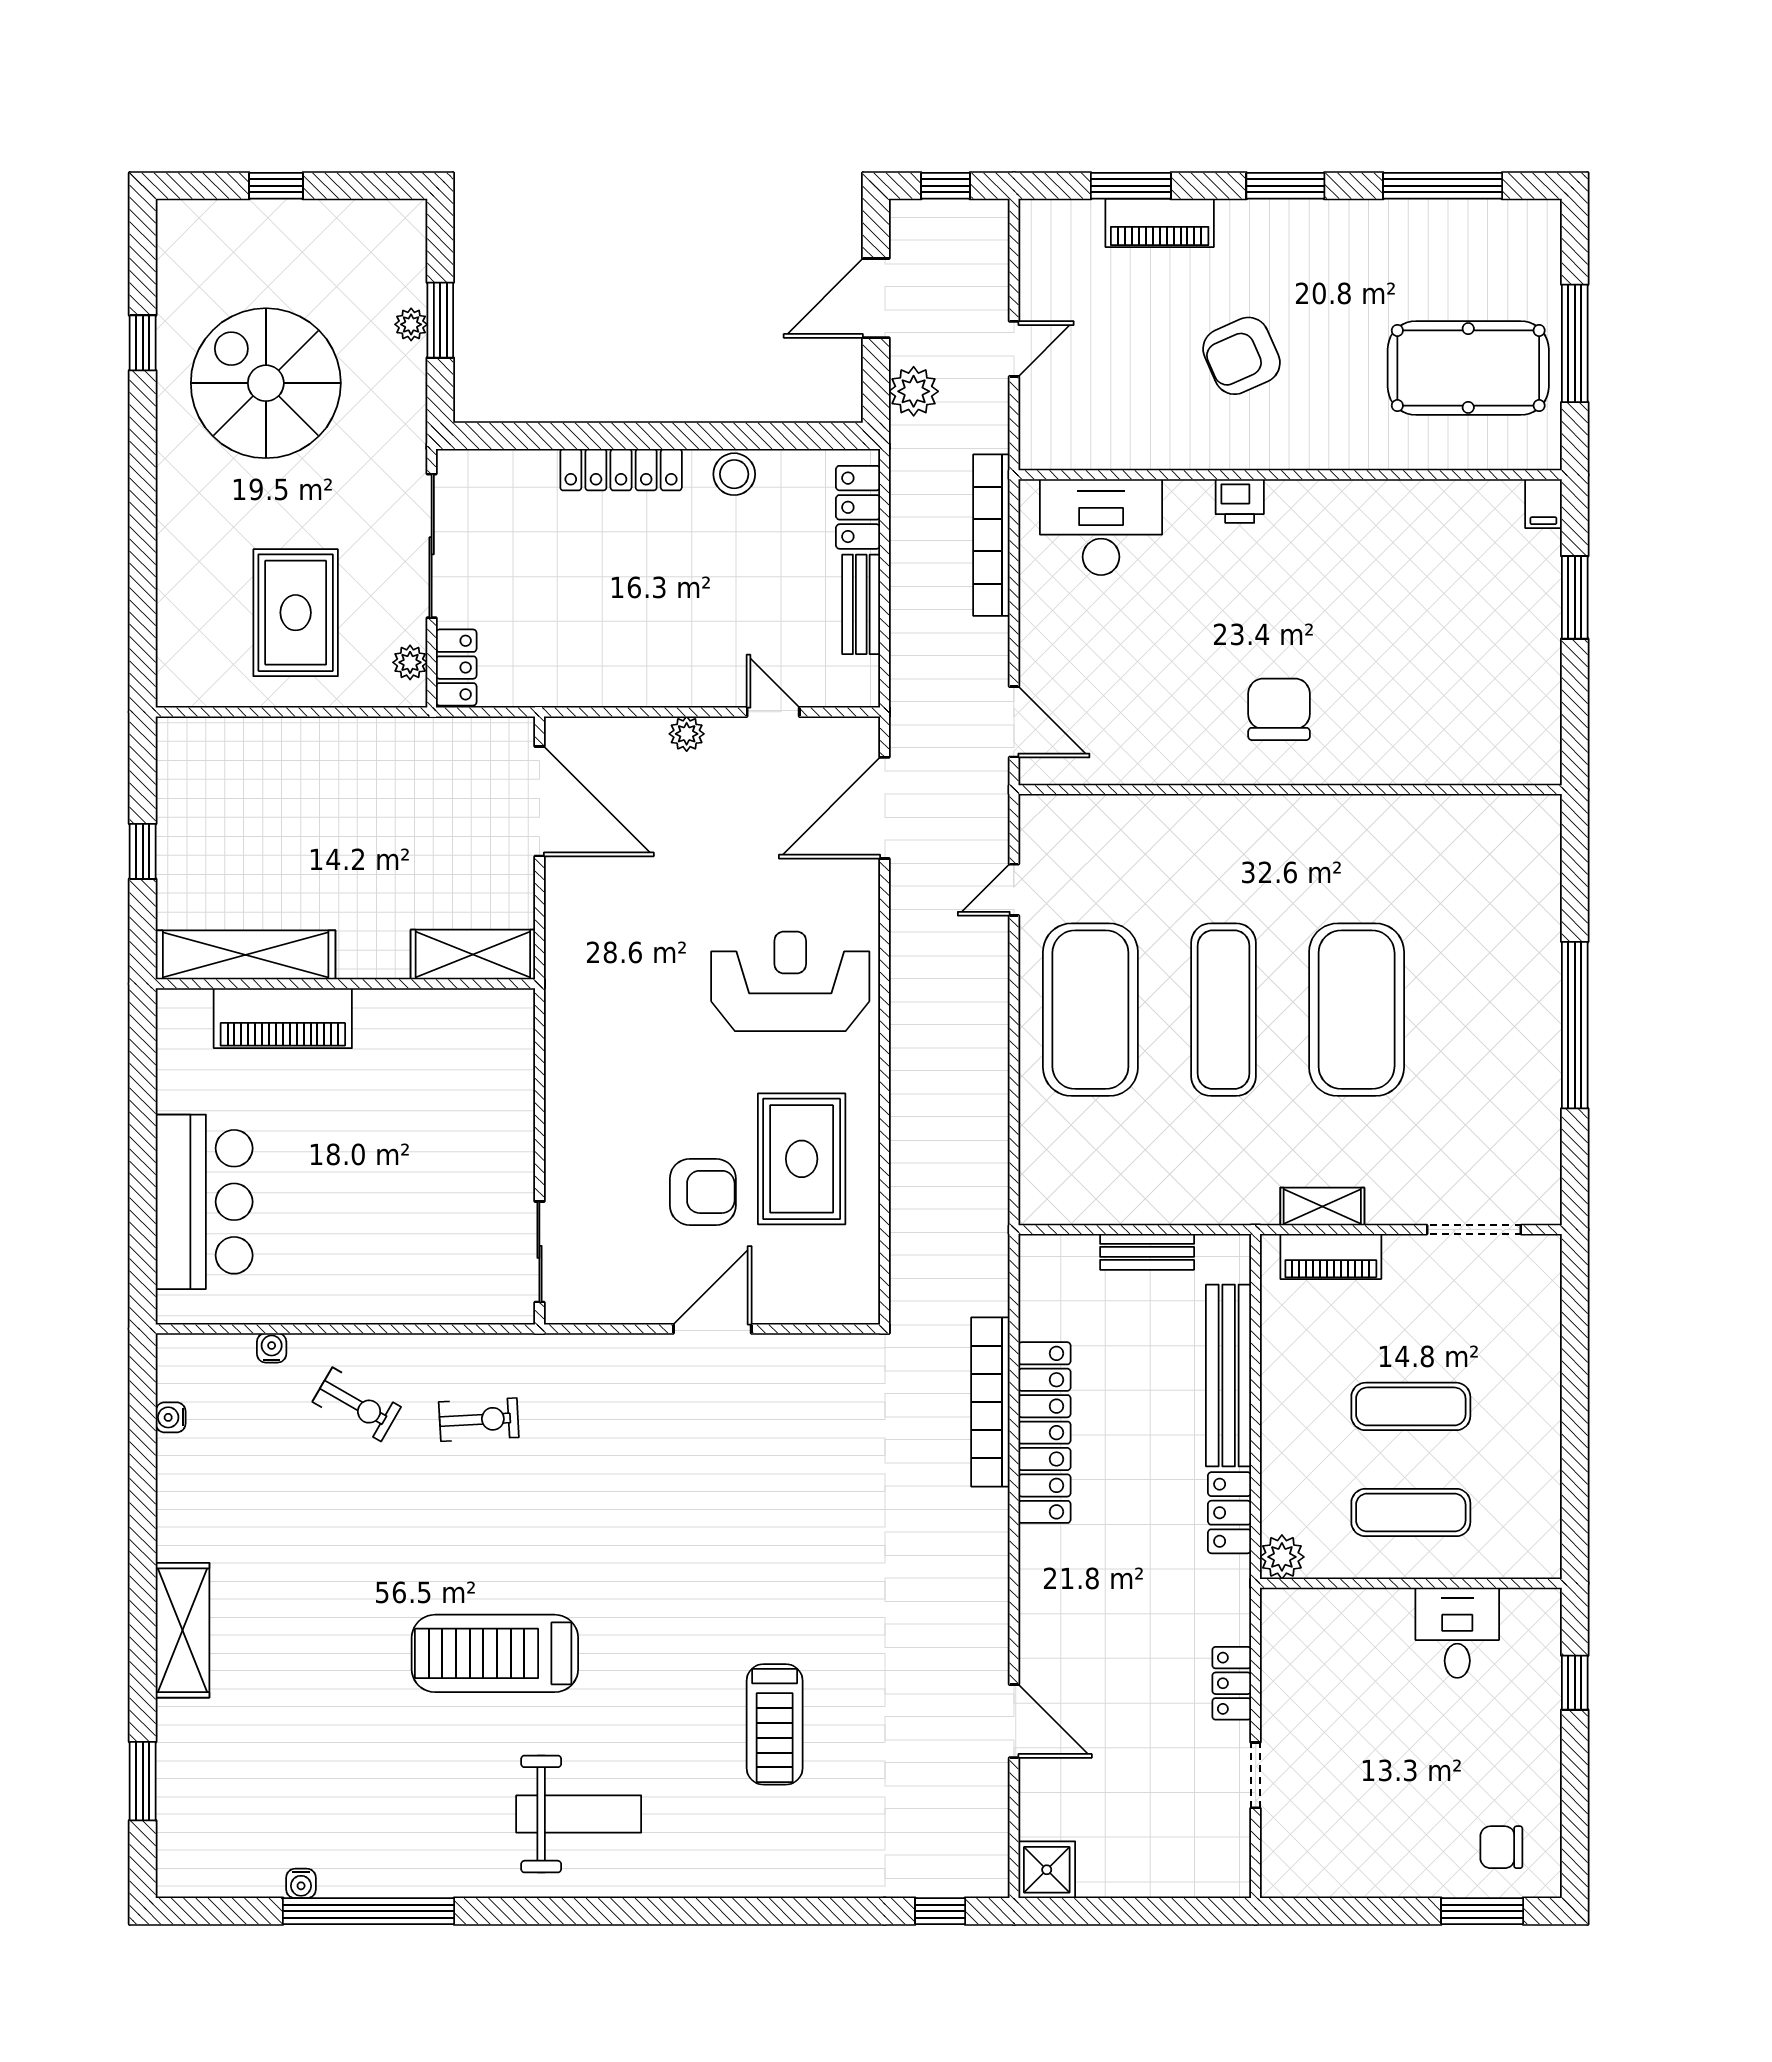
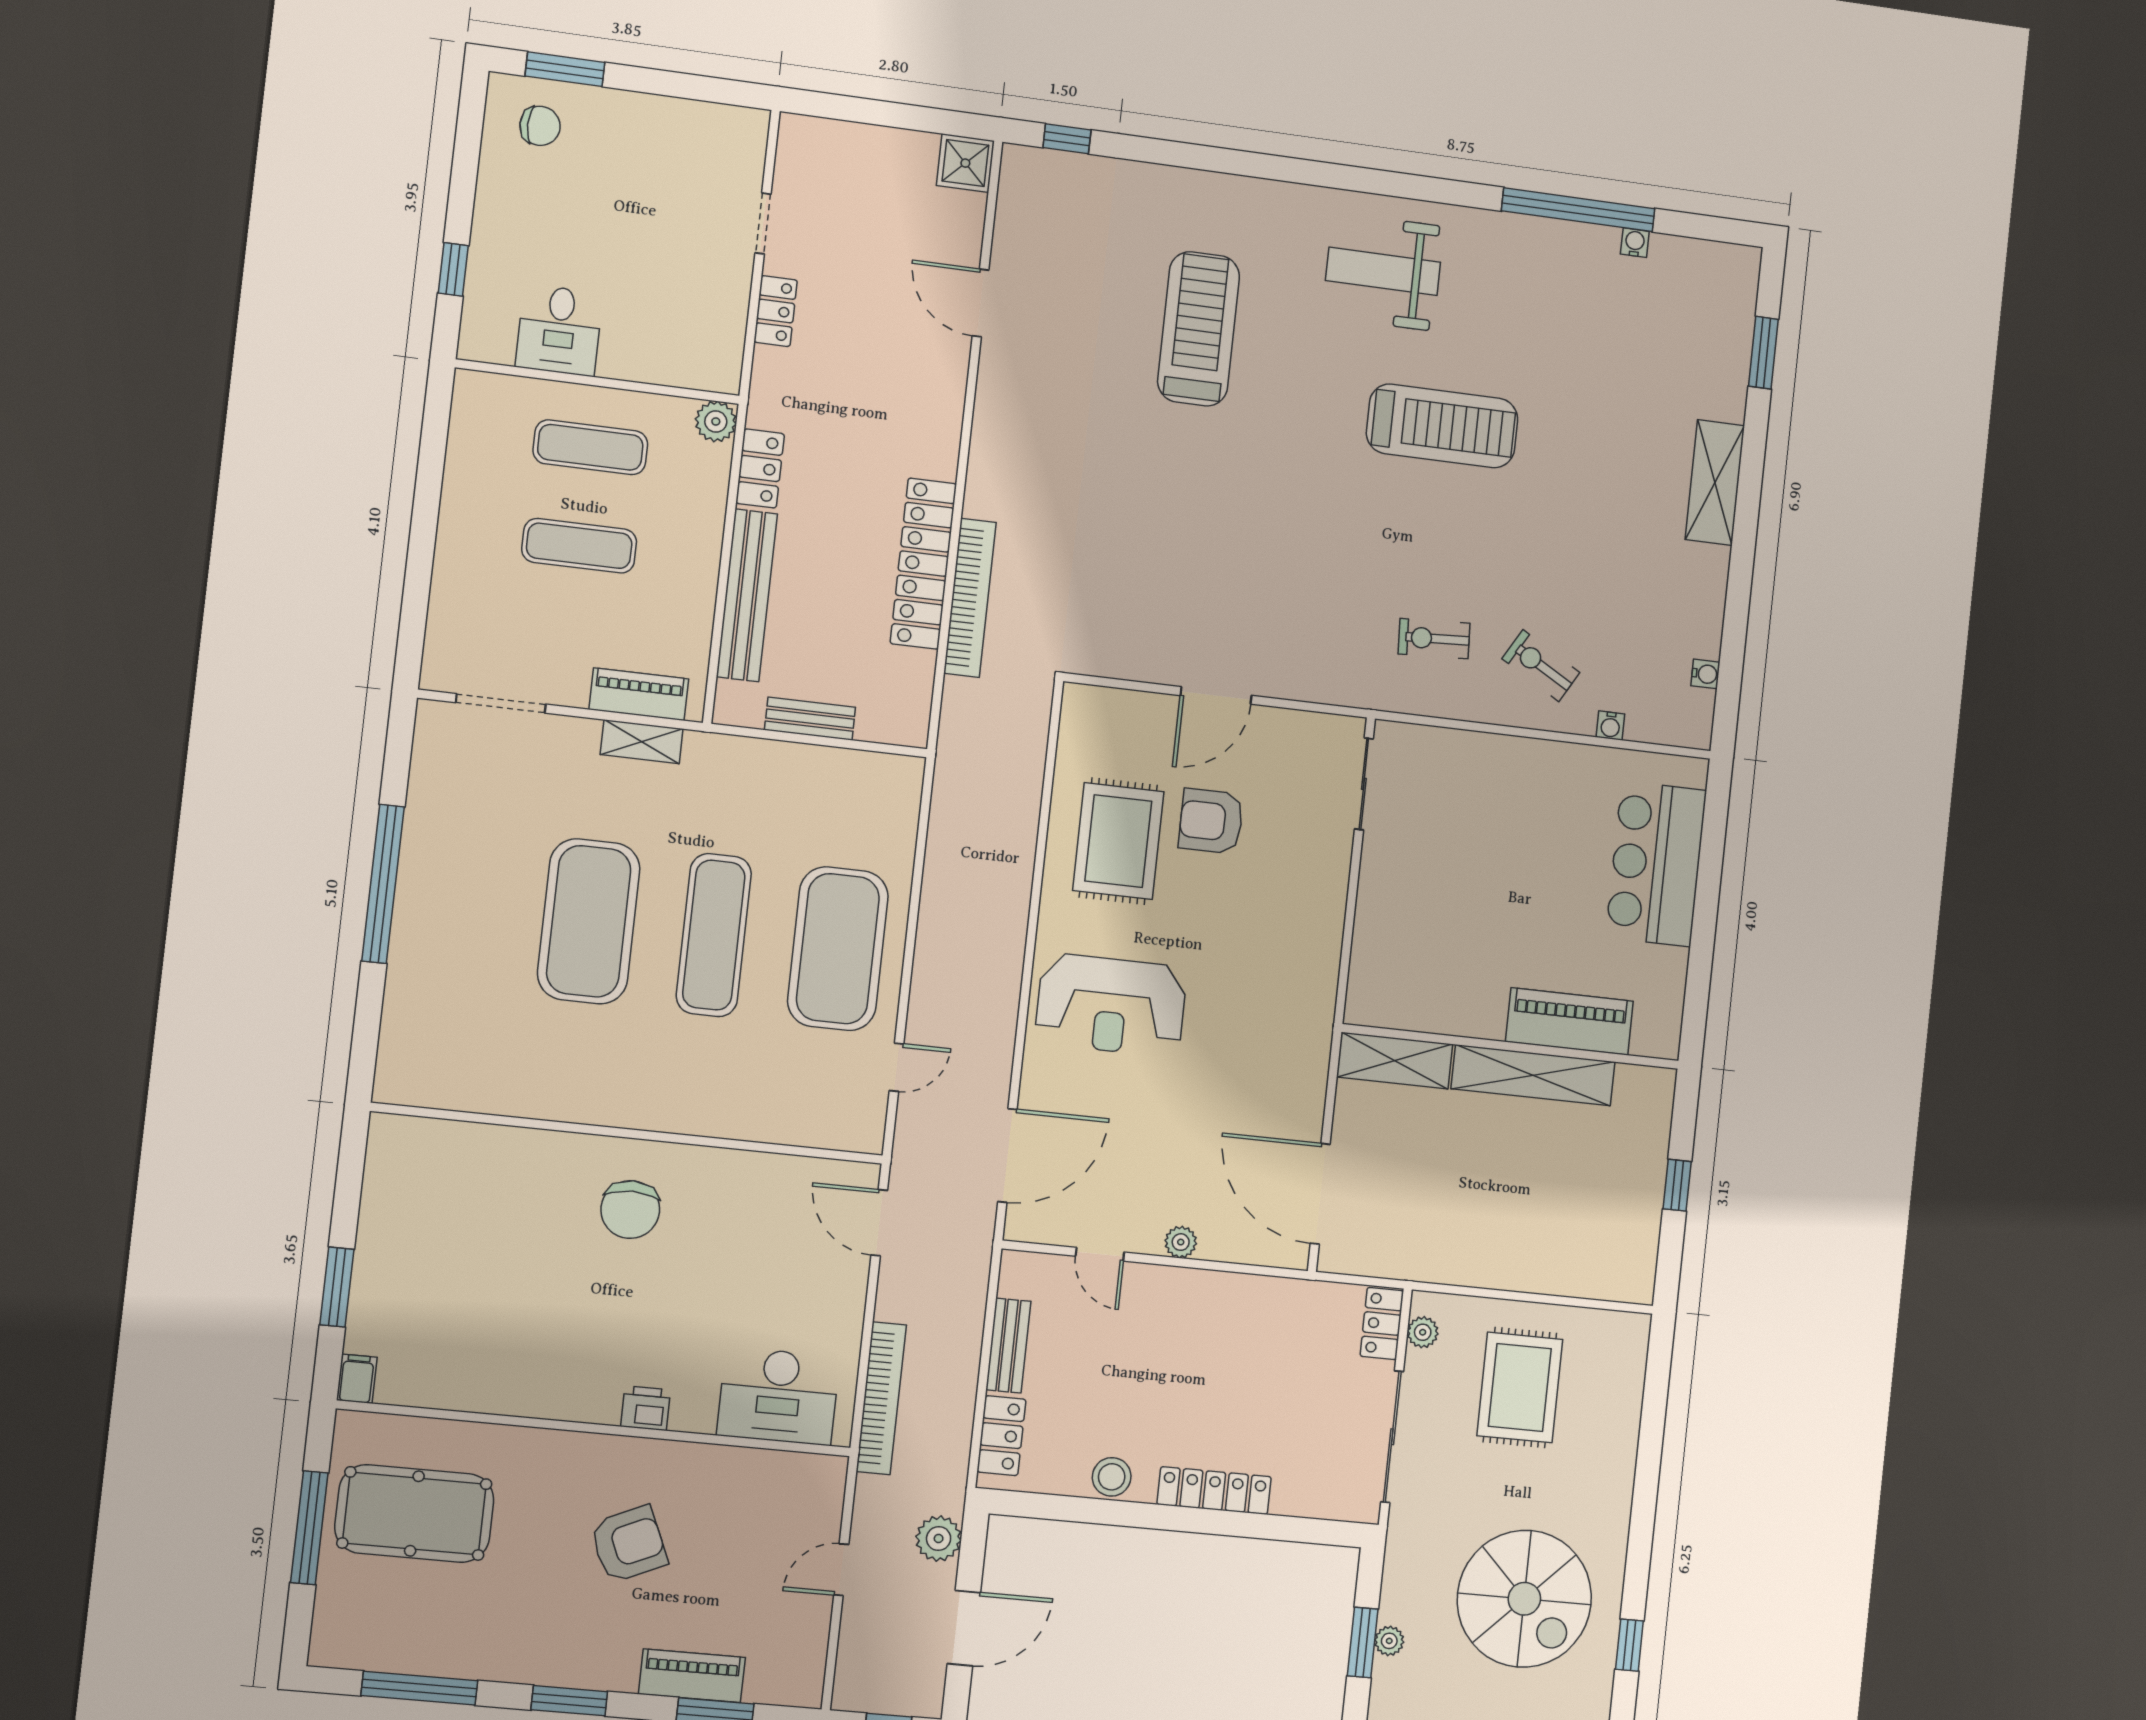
shelving: (246, 955) -> (1533, 1075), moved
treadmill: (775, 1724) -> (1199, 329), width x1.37, depth x1.38

